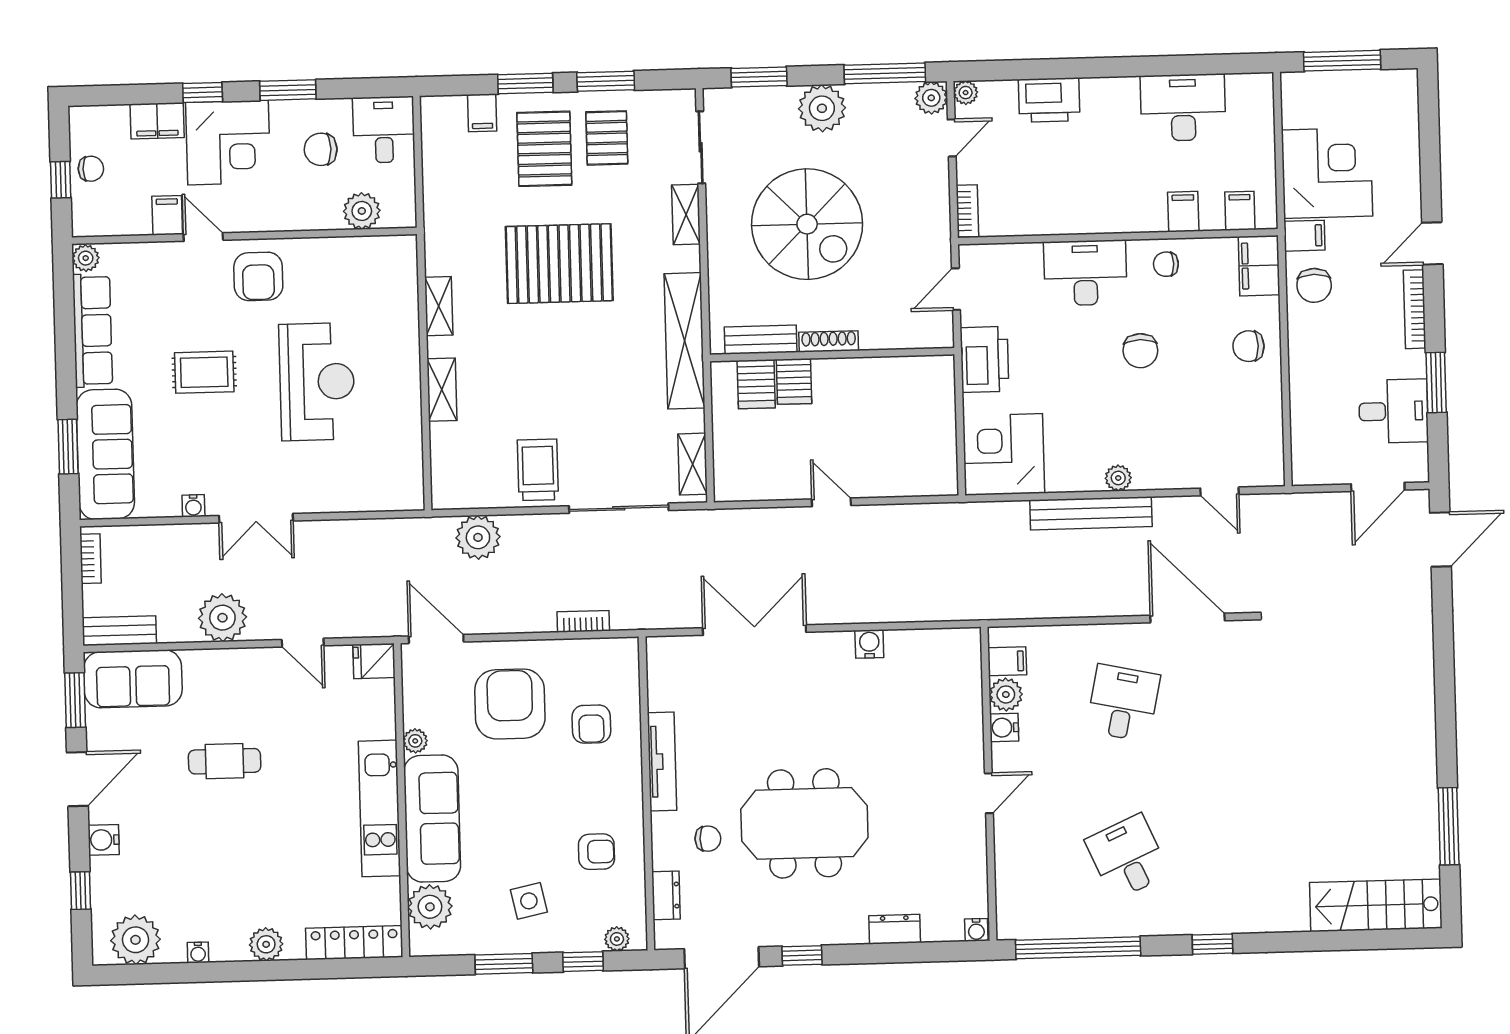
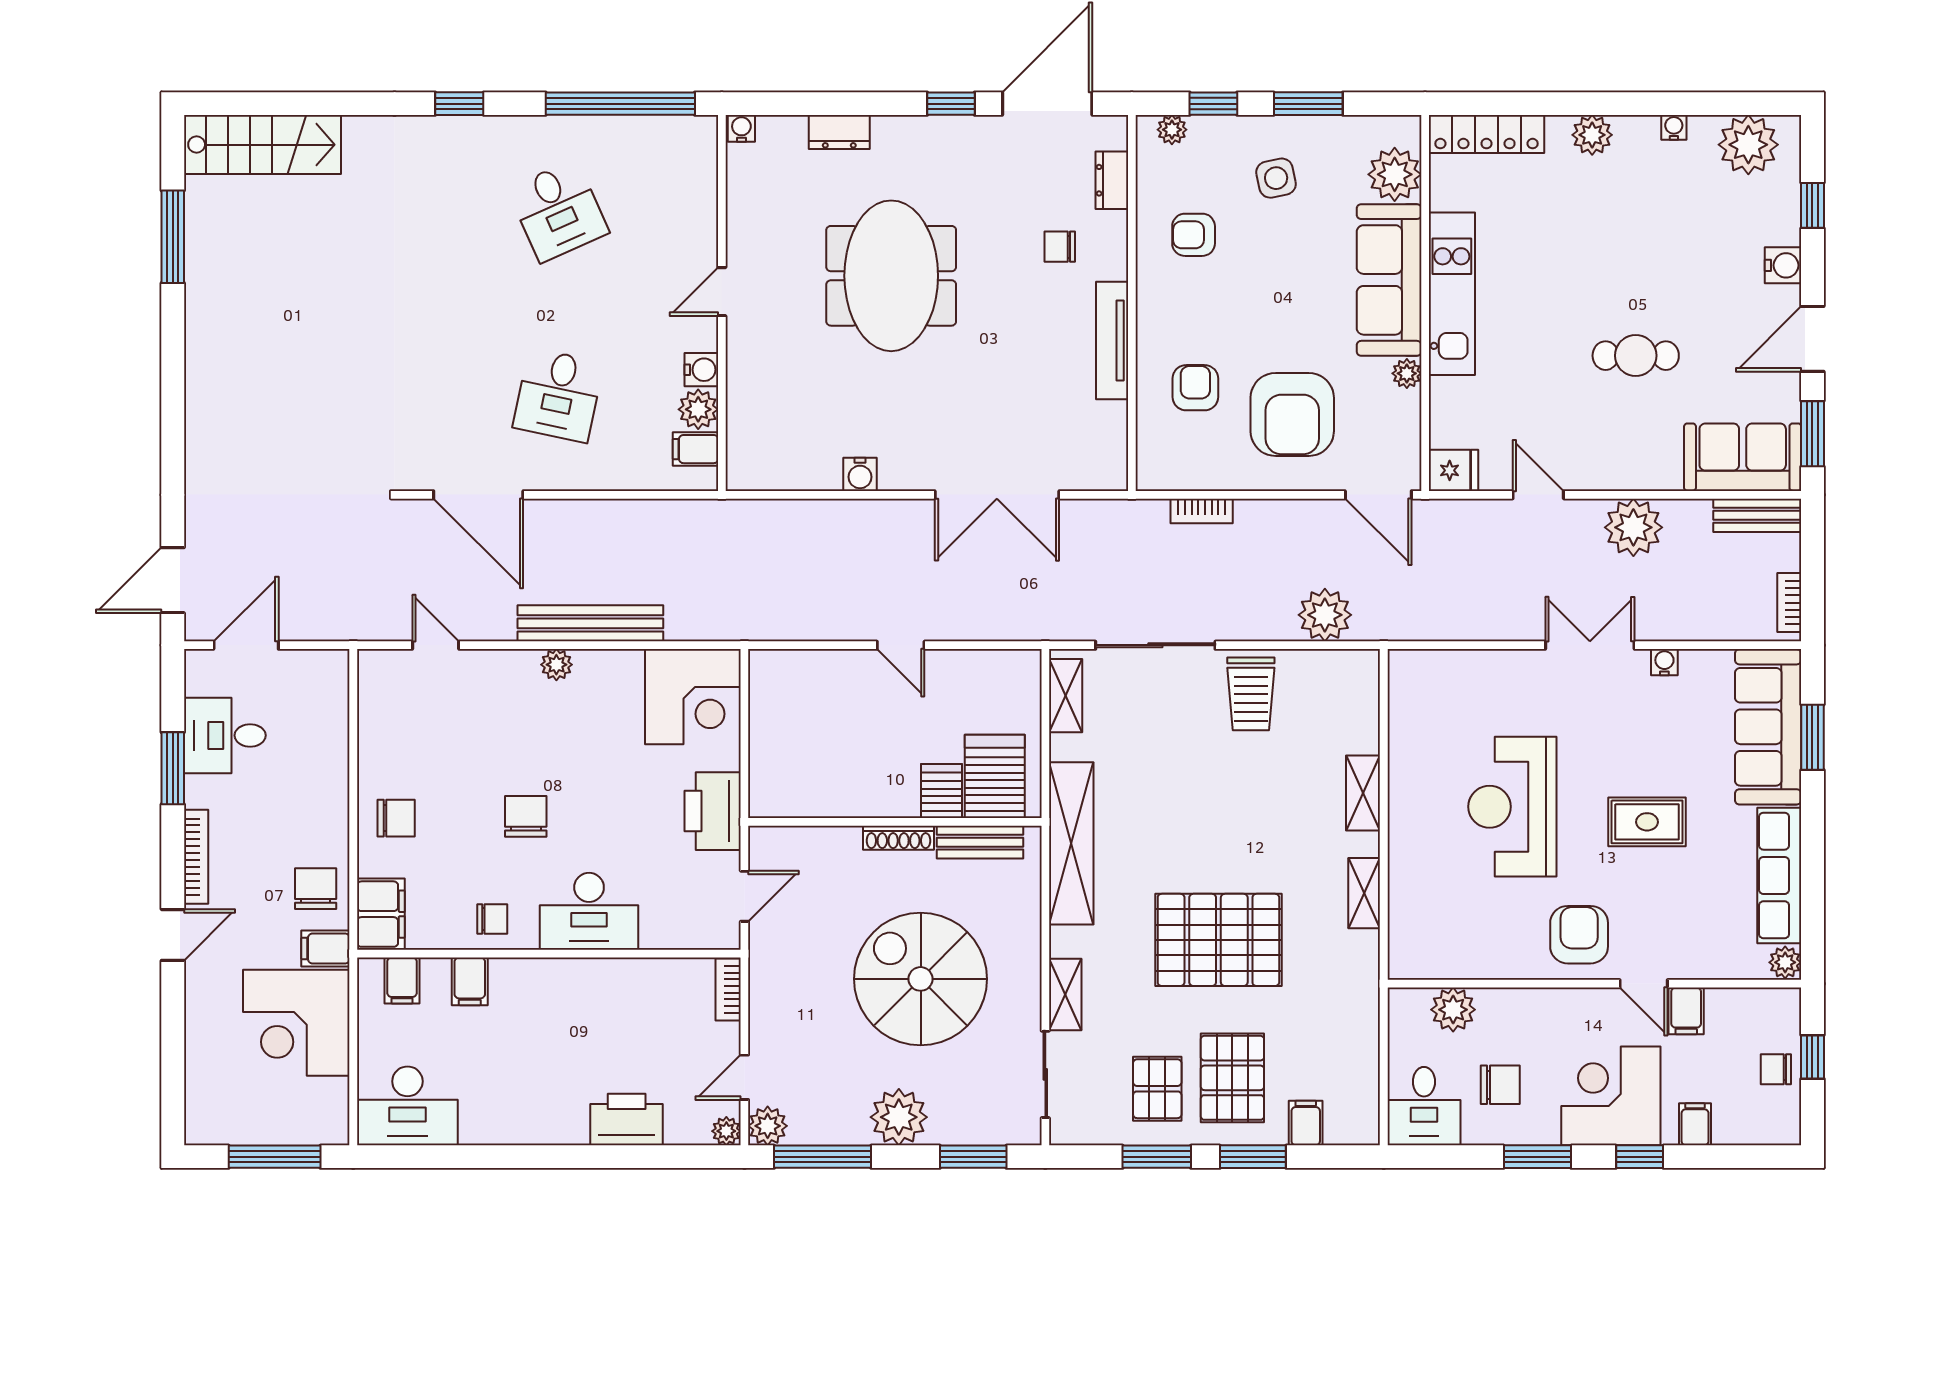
desk: (1183, 108) -> (407, 1106), moved
filing cabinet: (157, 121) -> (1695, 1124), width x0.50
server rack: (756, 384) -> (995, 776), width x1.36, depth x1.44
meeting table: (804, 823) -> (891, 276), moved, turned 90

